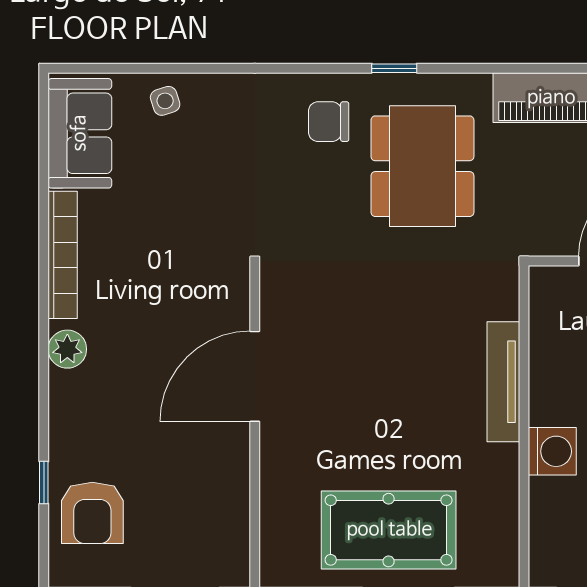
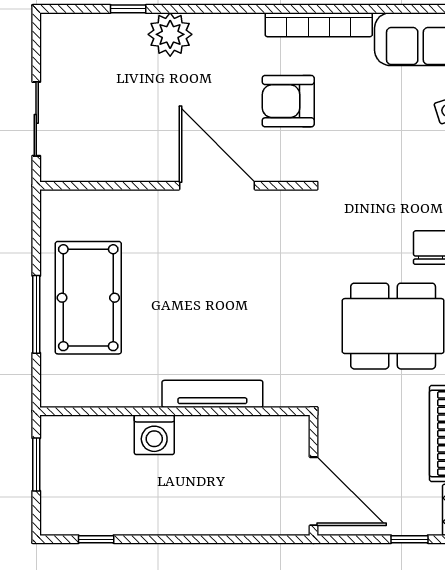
plant: (67, 349) -> (170, 34), moved, width x1.36, depth x1.36
armchair: (92, 513) -> (288, 101), moved

